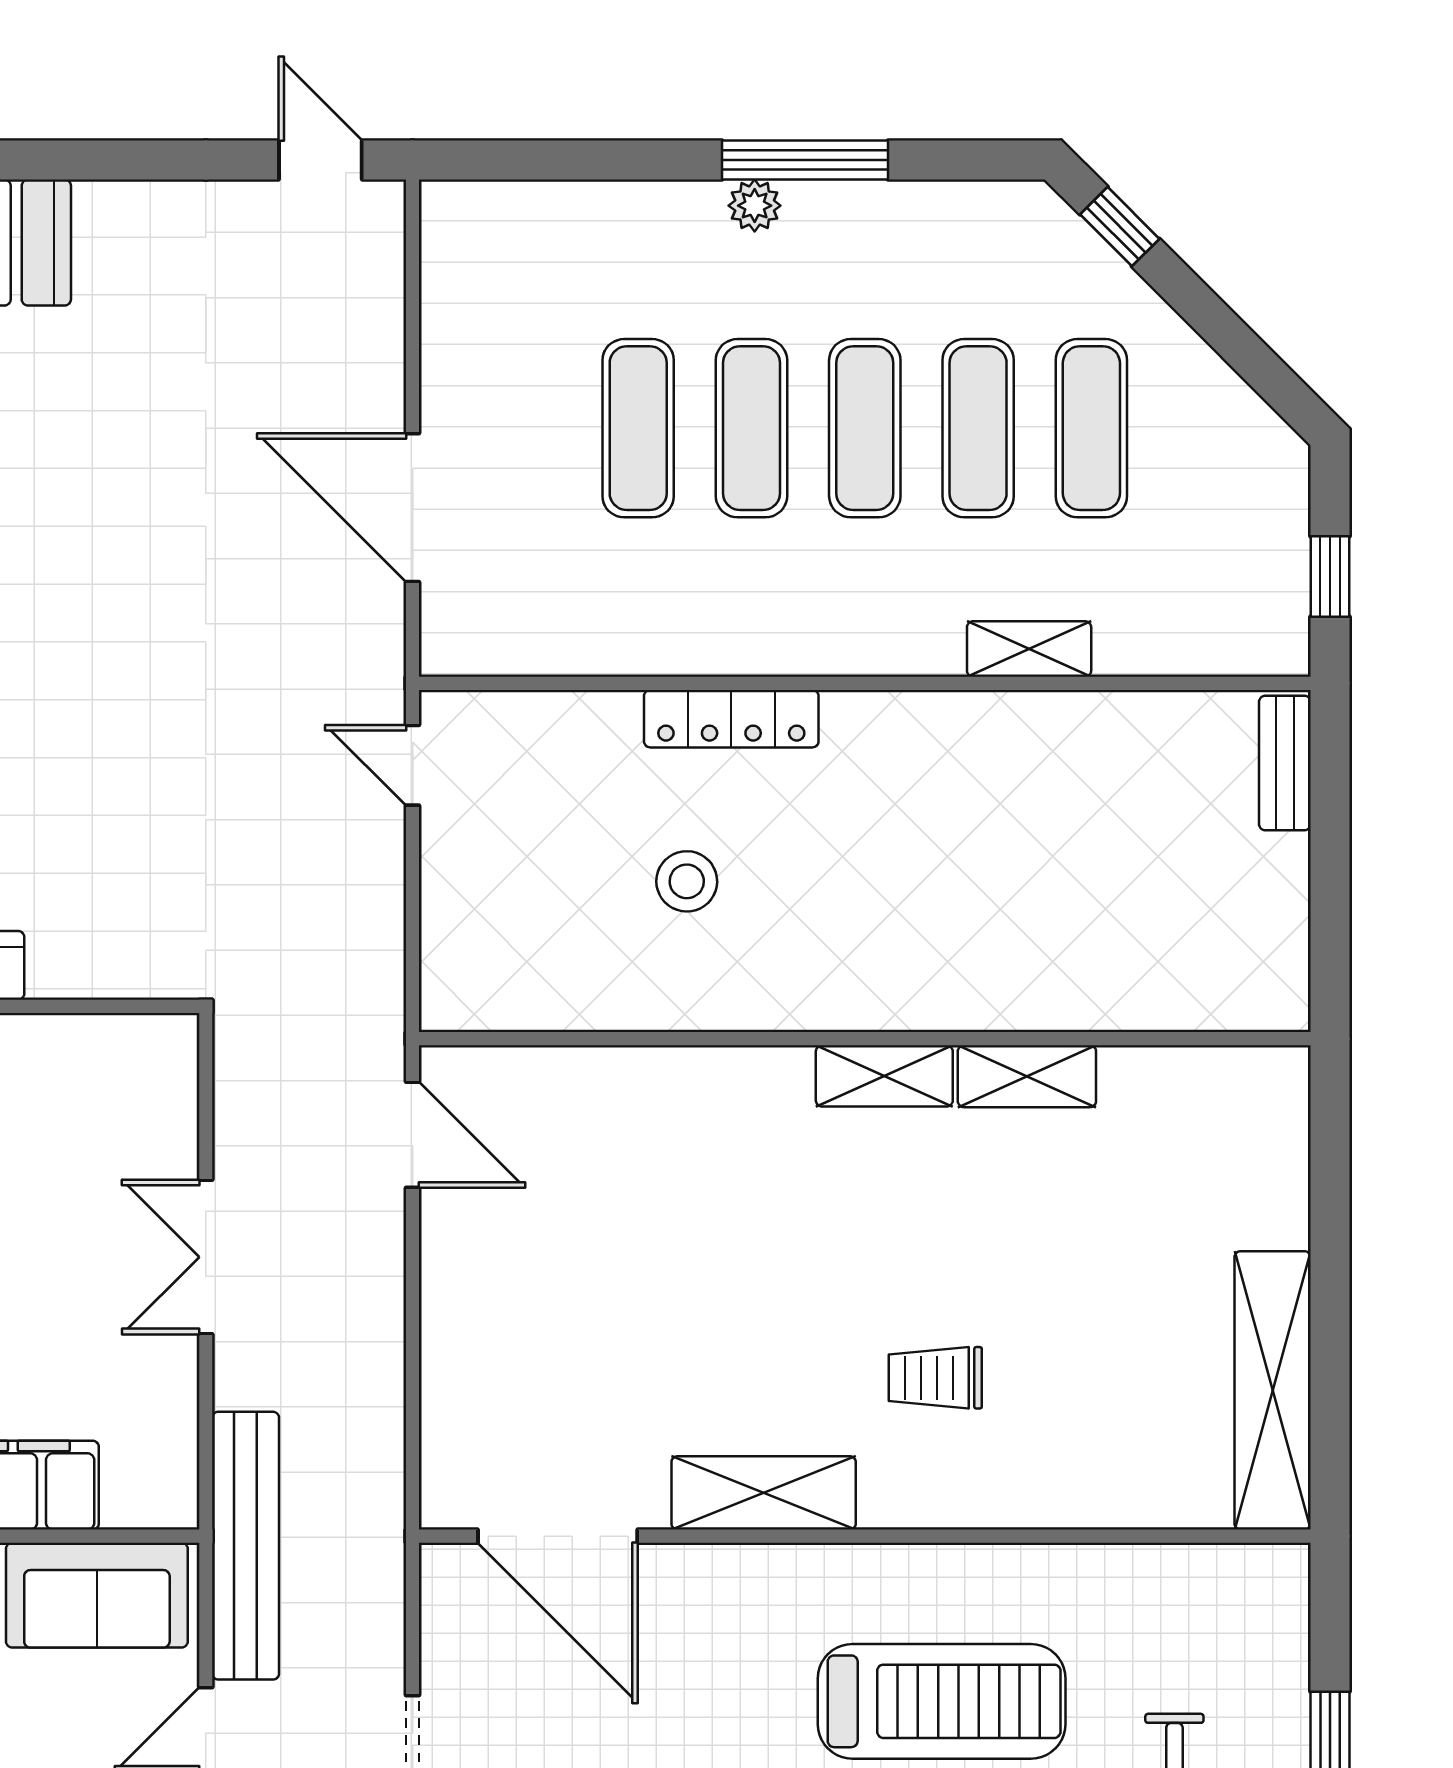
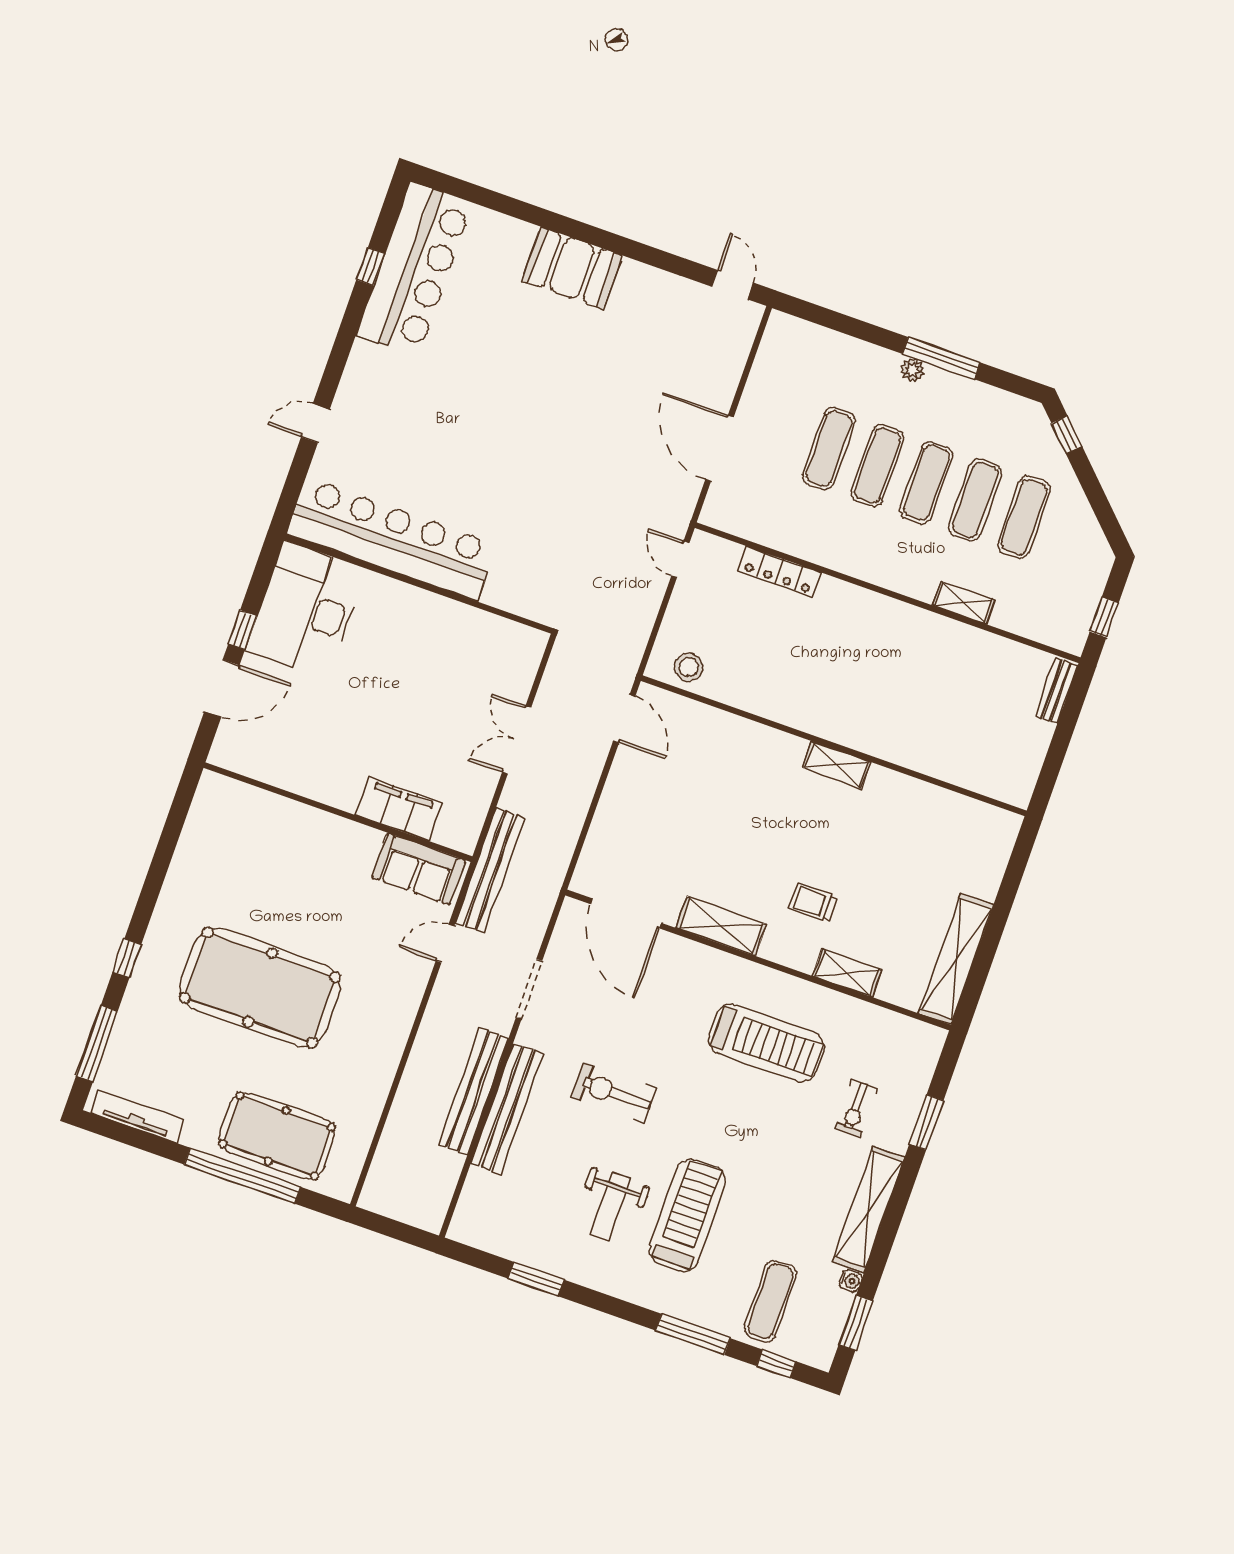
locker: (731, 719) -> (779, 572), moved
stool: (687, 881) -> (689, 667), moved
shelving: (1027, 1076) -> (847, 973), moved

